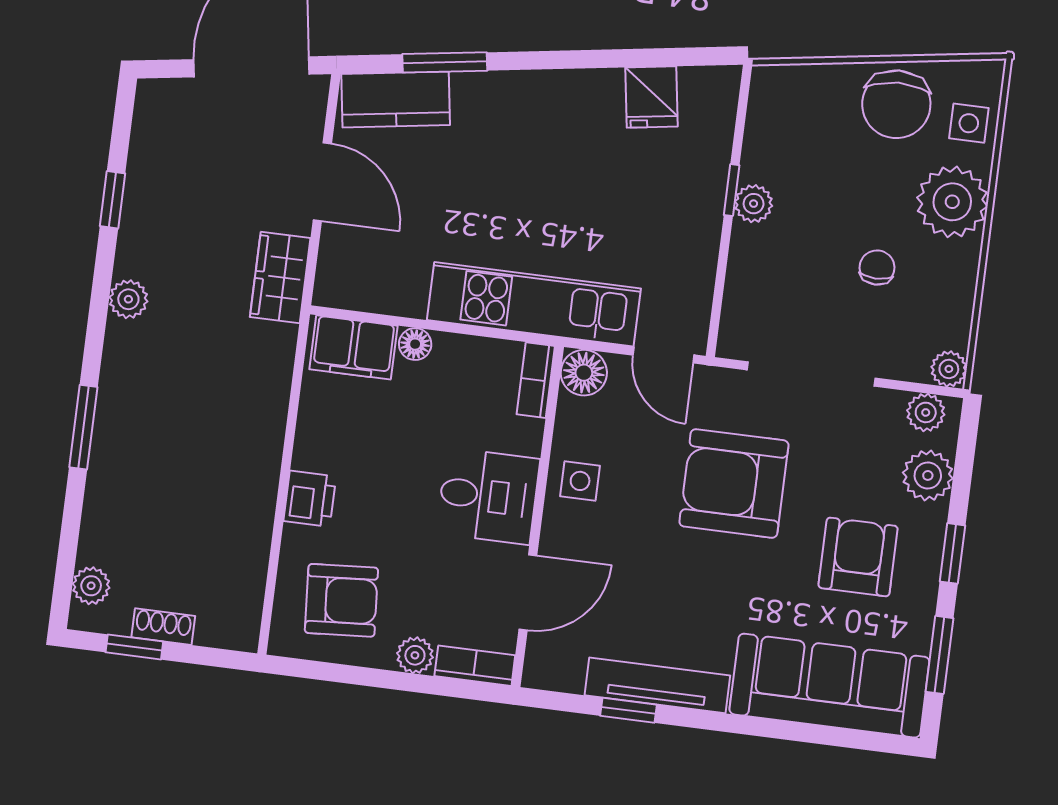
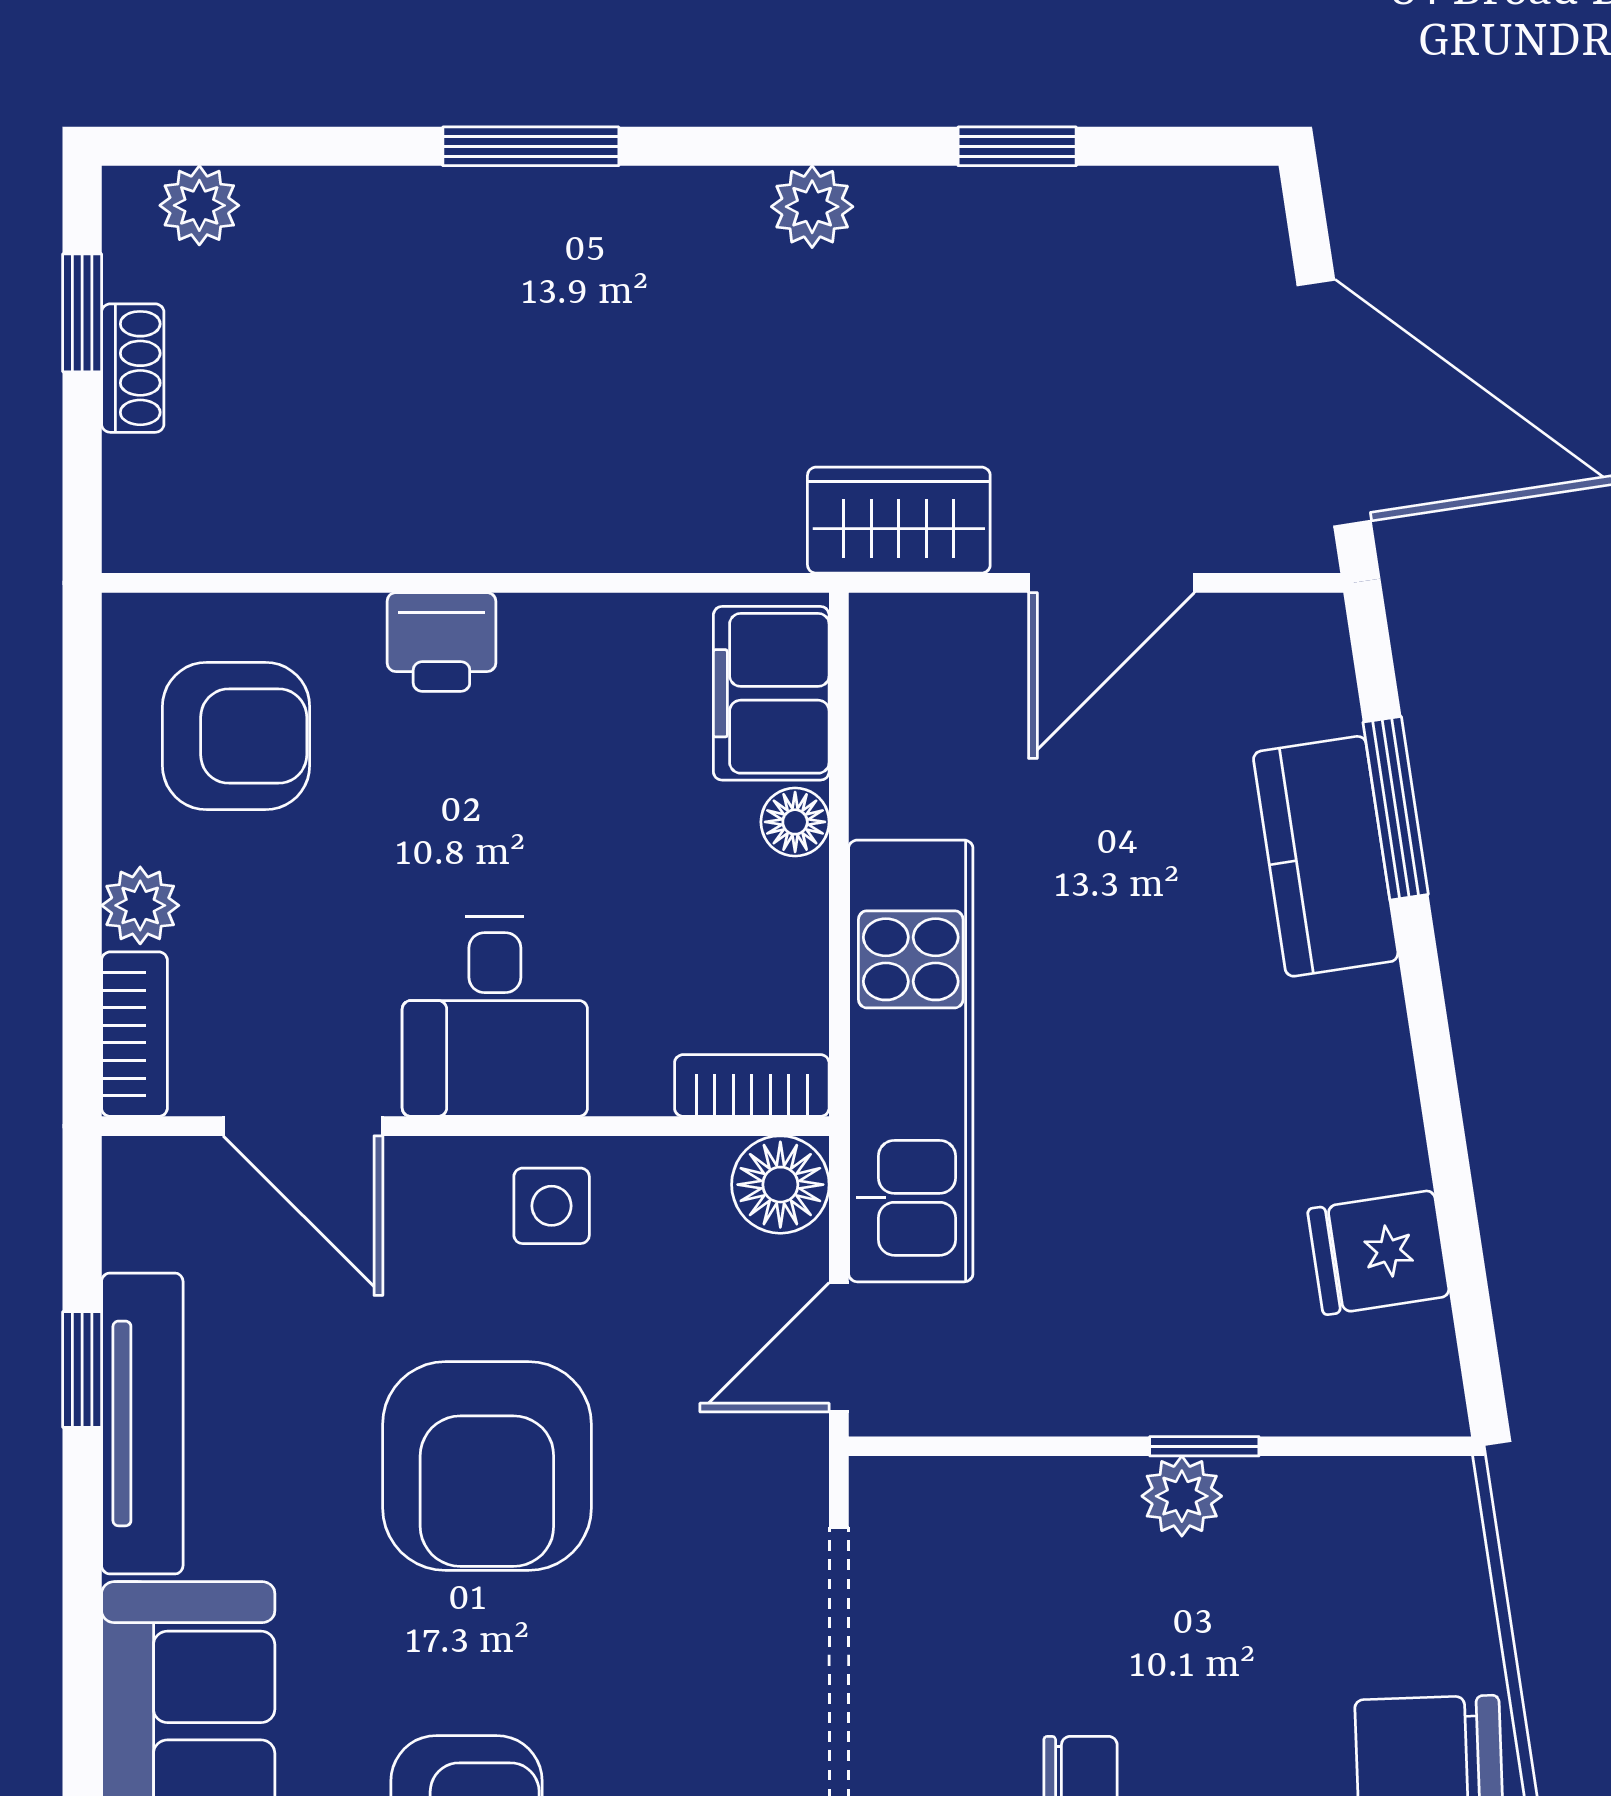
kitchen counter: (396, 100) -> (1326, 856), moved
armchair: (734, 483) -> (487, 1466), moved, turned 180
armchair: (341, 600) -> (236, 736), turned -86

